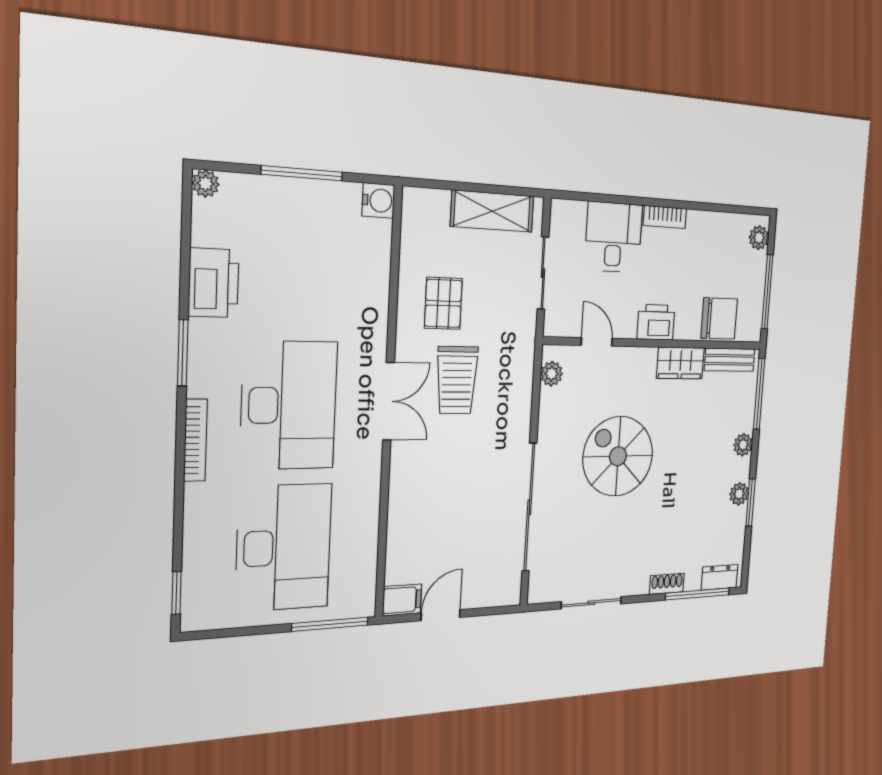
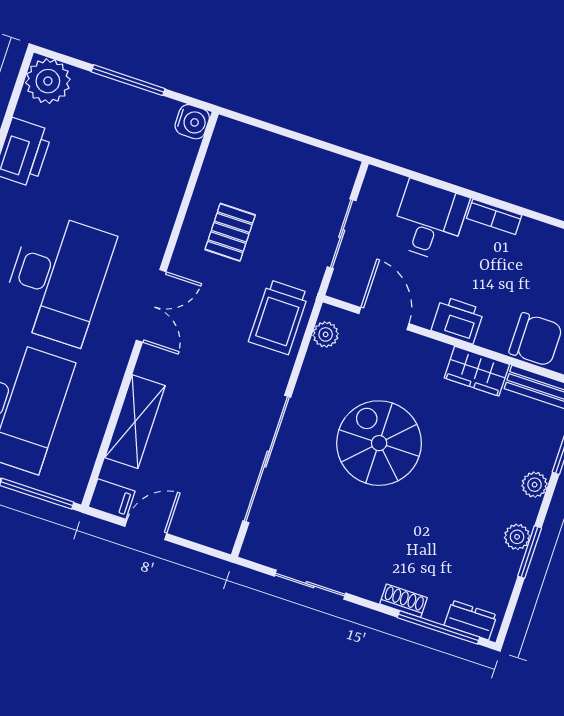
plant: (206, 184) -> (48, 81), width x1.88, depth x1.88
shelving: (492, 211) -> (135, 422), moved, turned 90
door: (597, 342) -> (384, 319), width x1.38
trolley: (457, 380) -> (279, 317), moved

